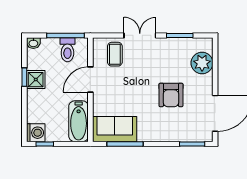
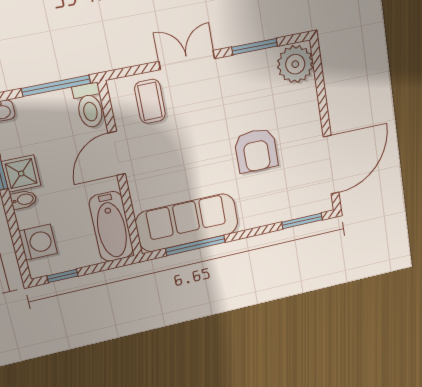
toilet: (67, 50) -> (89, 106), moved
plant: (202, 63) -> (295, 64), moved
bidet: (34, 94) -> (24, 200), added
sofa: (115, 129) -> (187, 223), width x1.36
washing machine: (36, 133) -> (38, 242), moved

